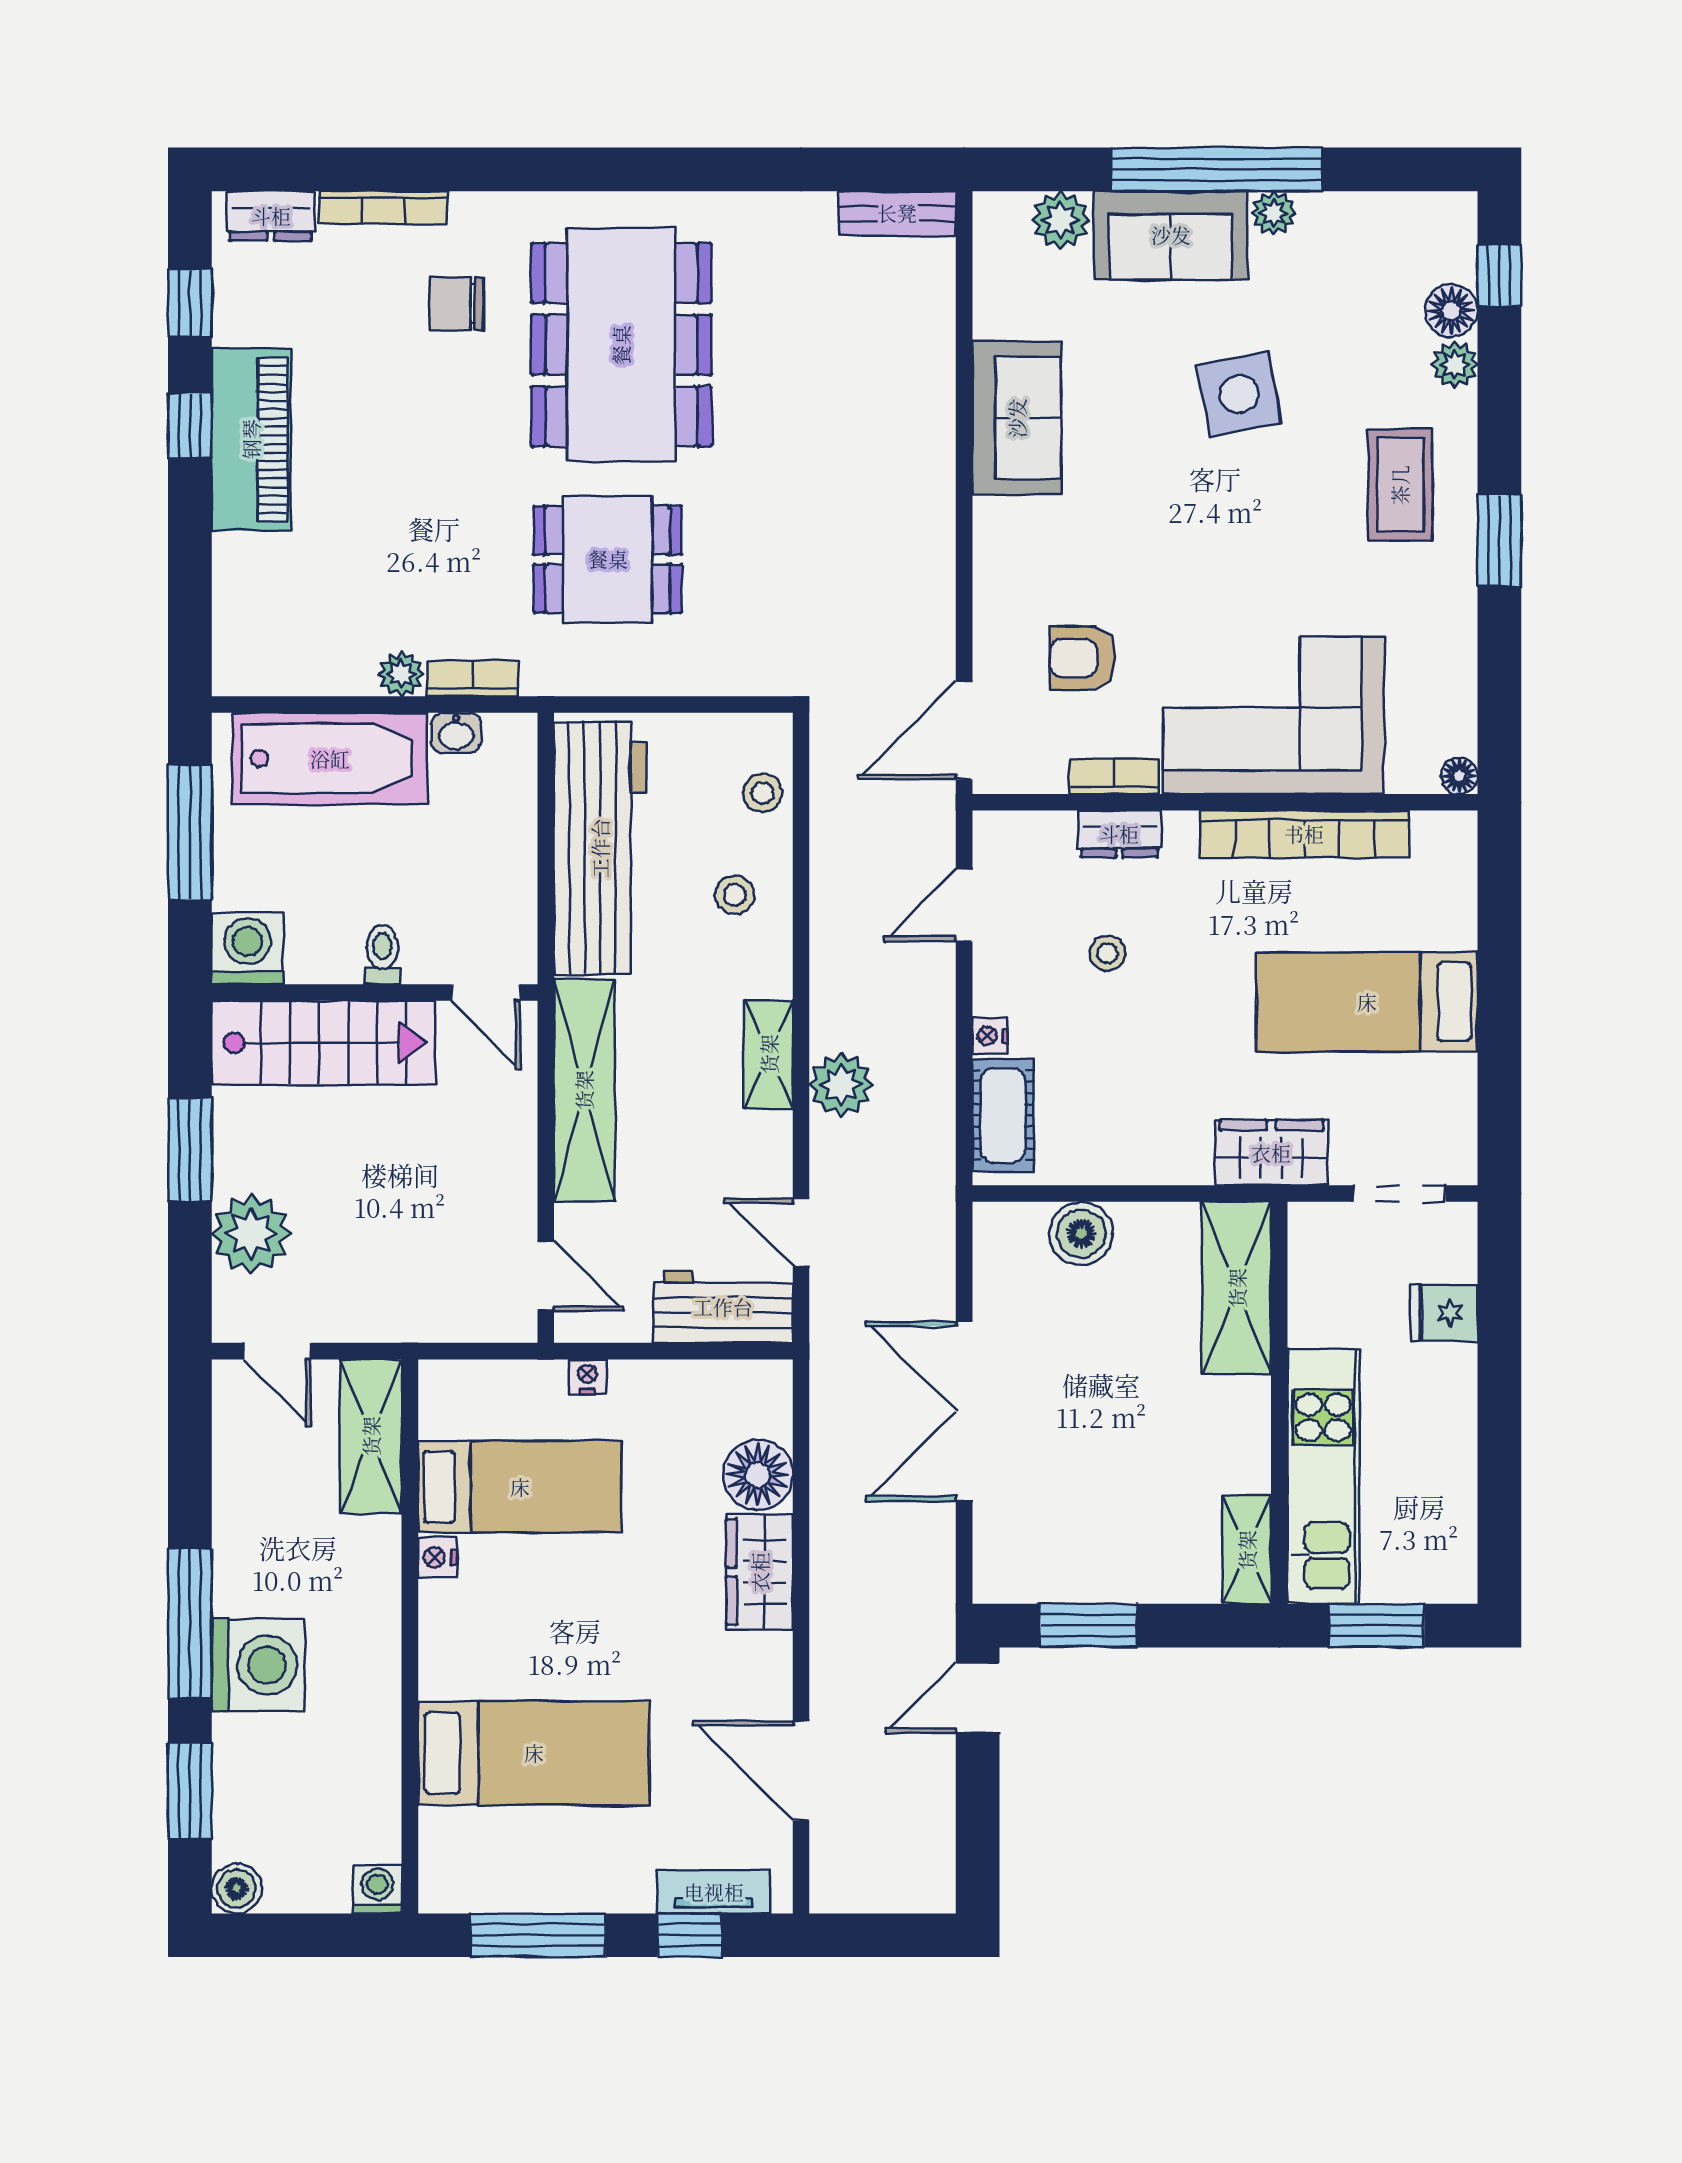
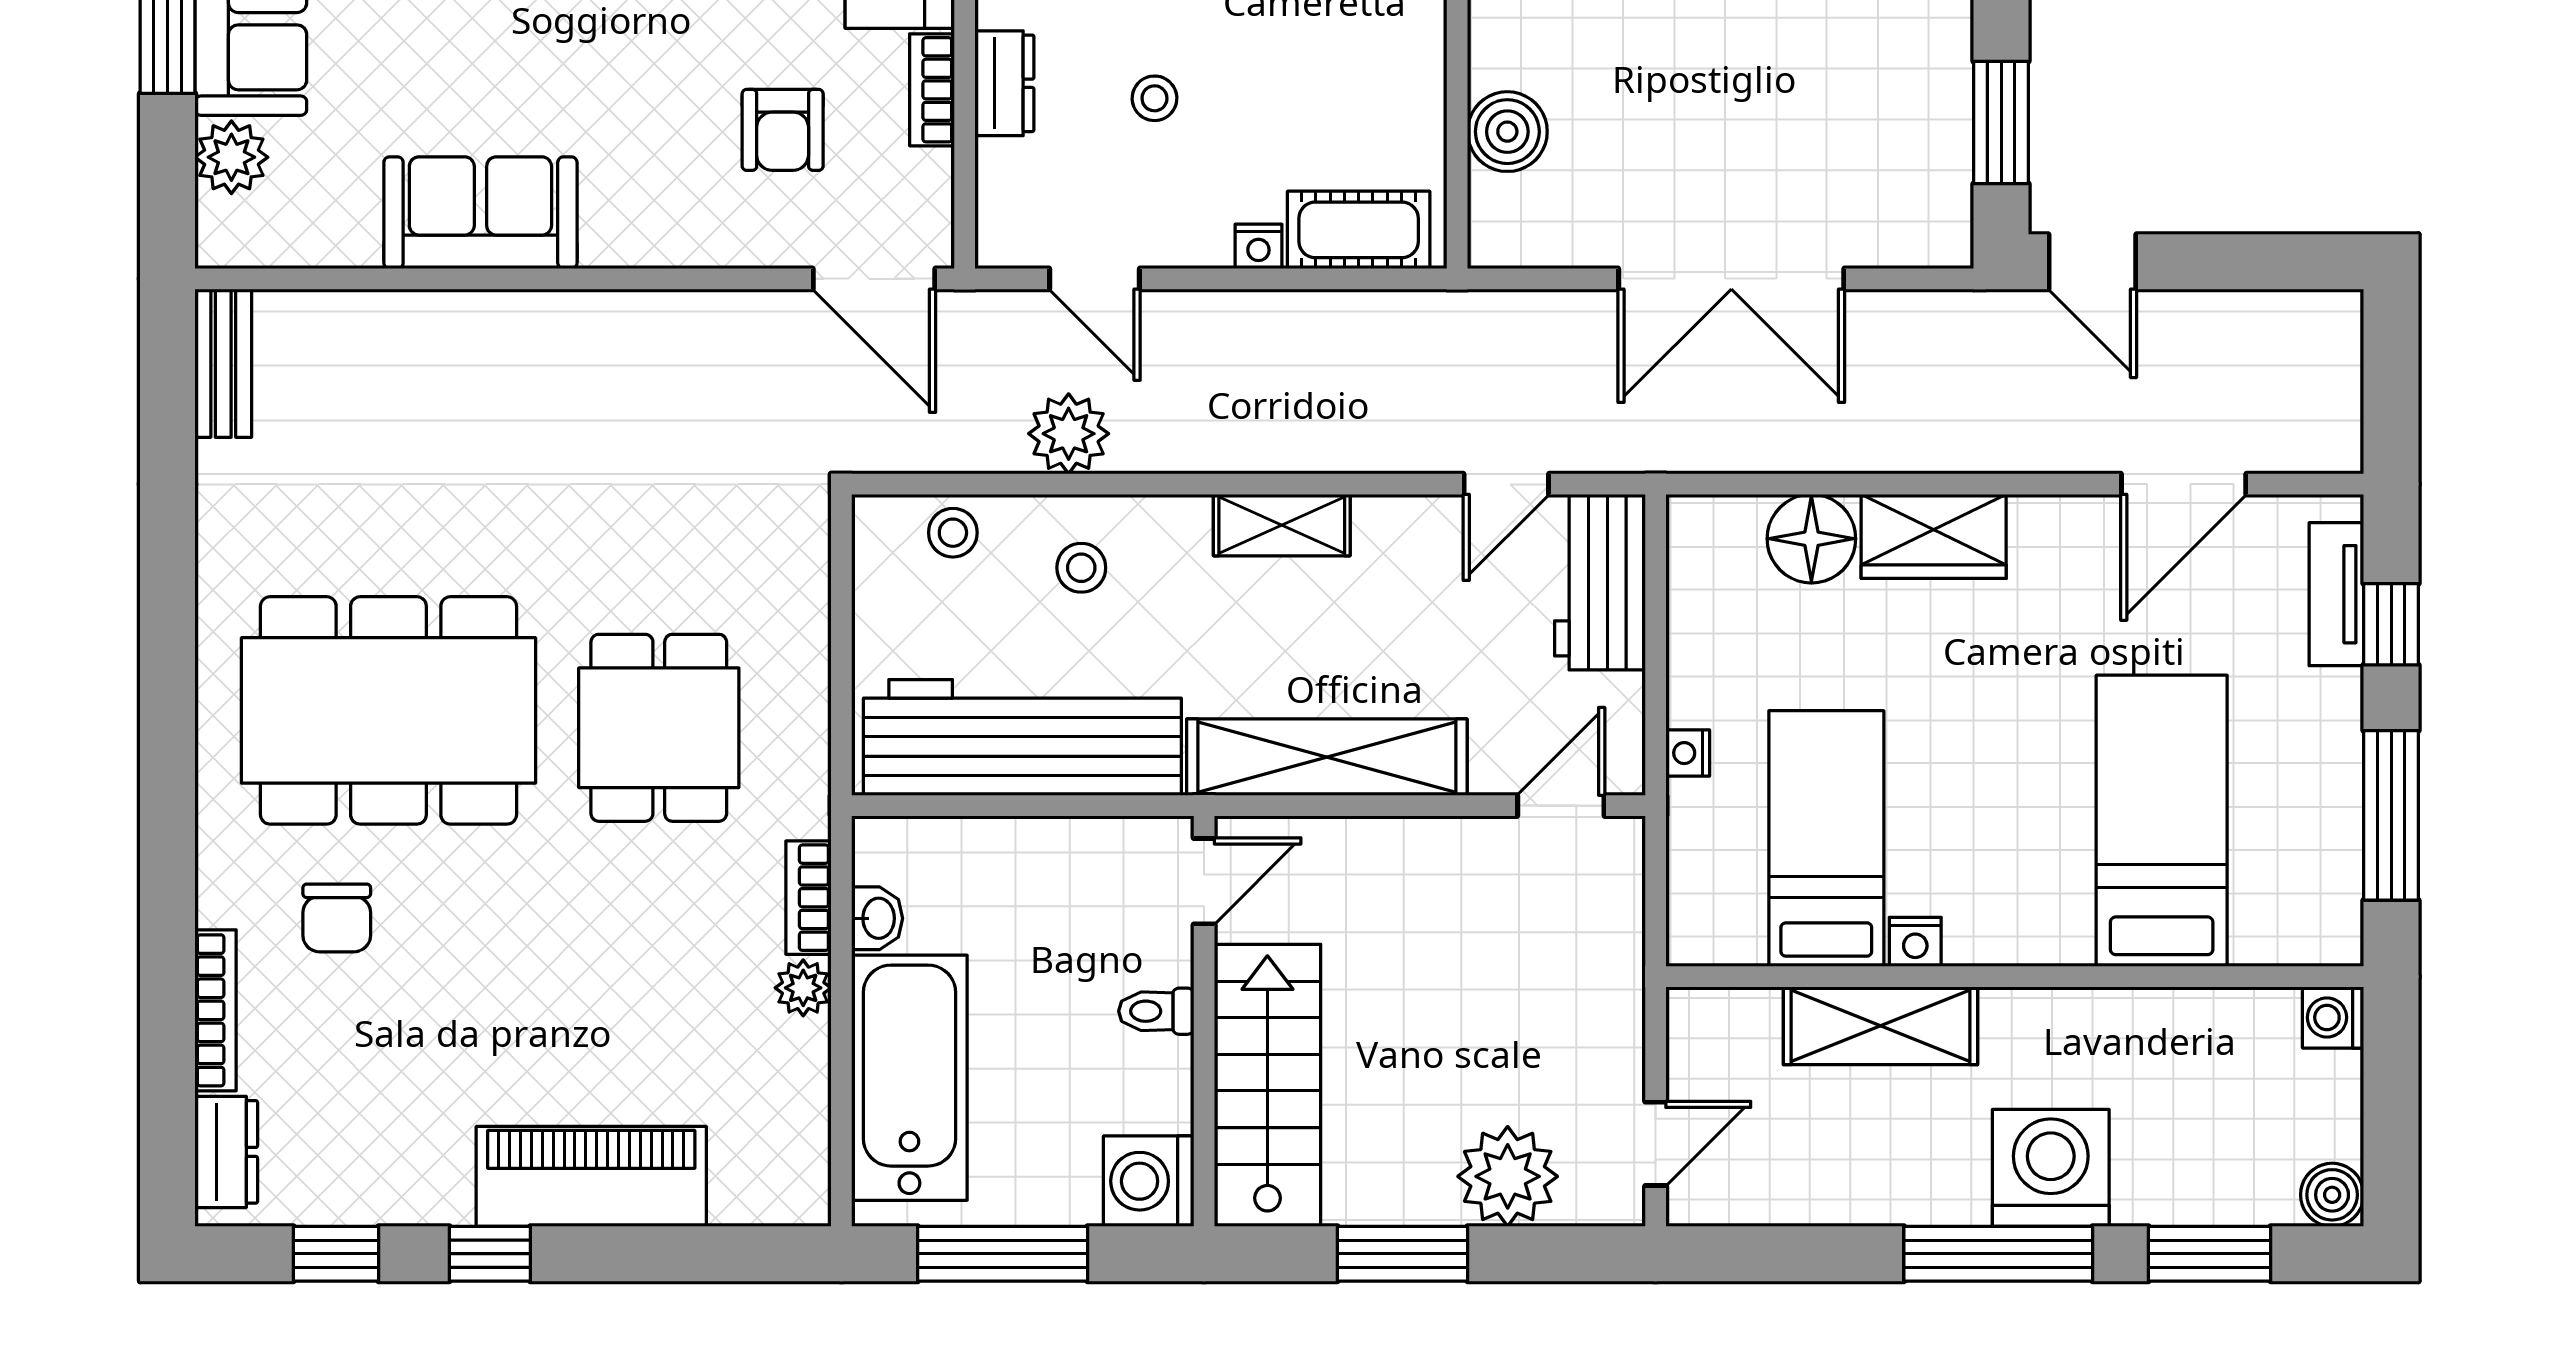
piano: (251, 439) -> (591, 1176), moved
plant: (841, 1085) -> (1069, 434), moved
shelving: (371, 1436) -> (1880, 1026), moved

